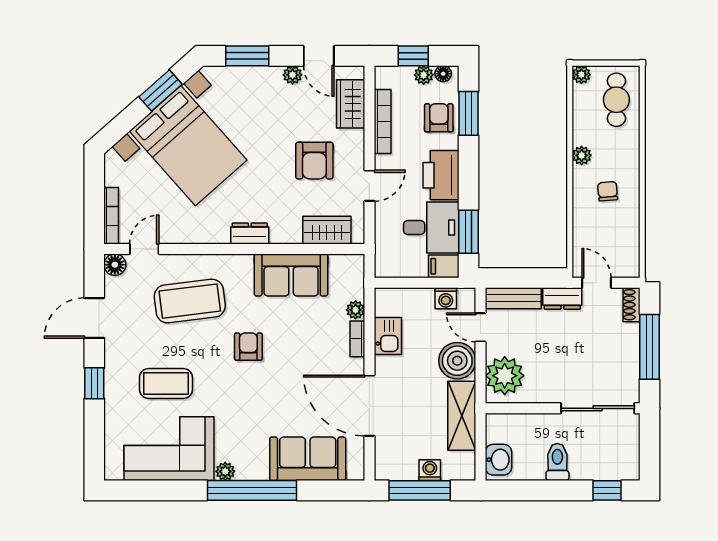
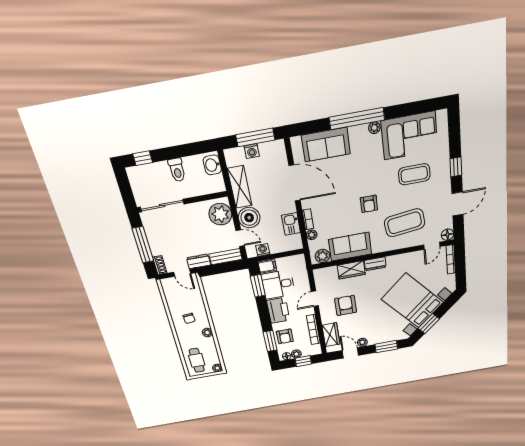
wardrobe: (327, 230) -> (351, 270), moved
plant: (343, 267) -> (322, 256), added

